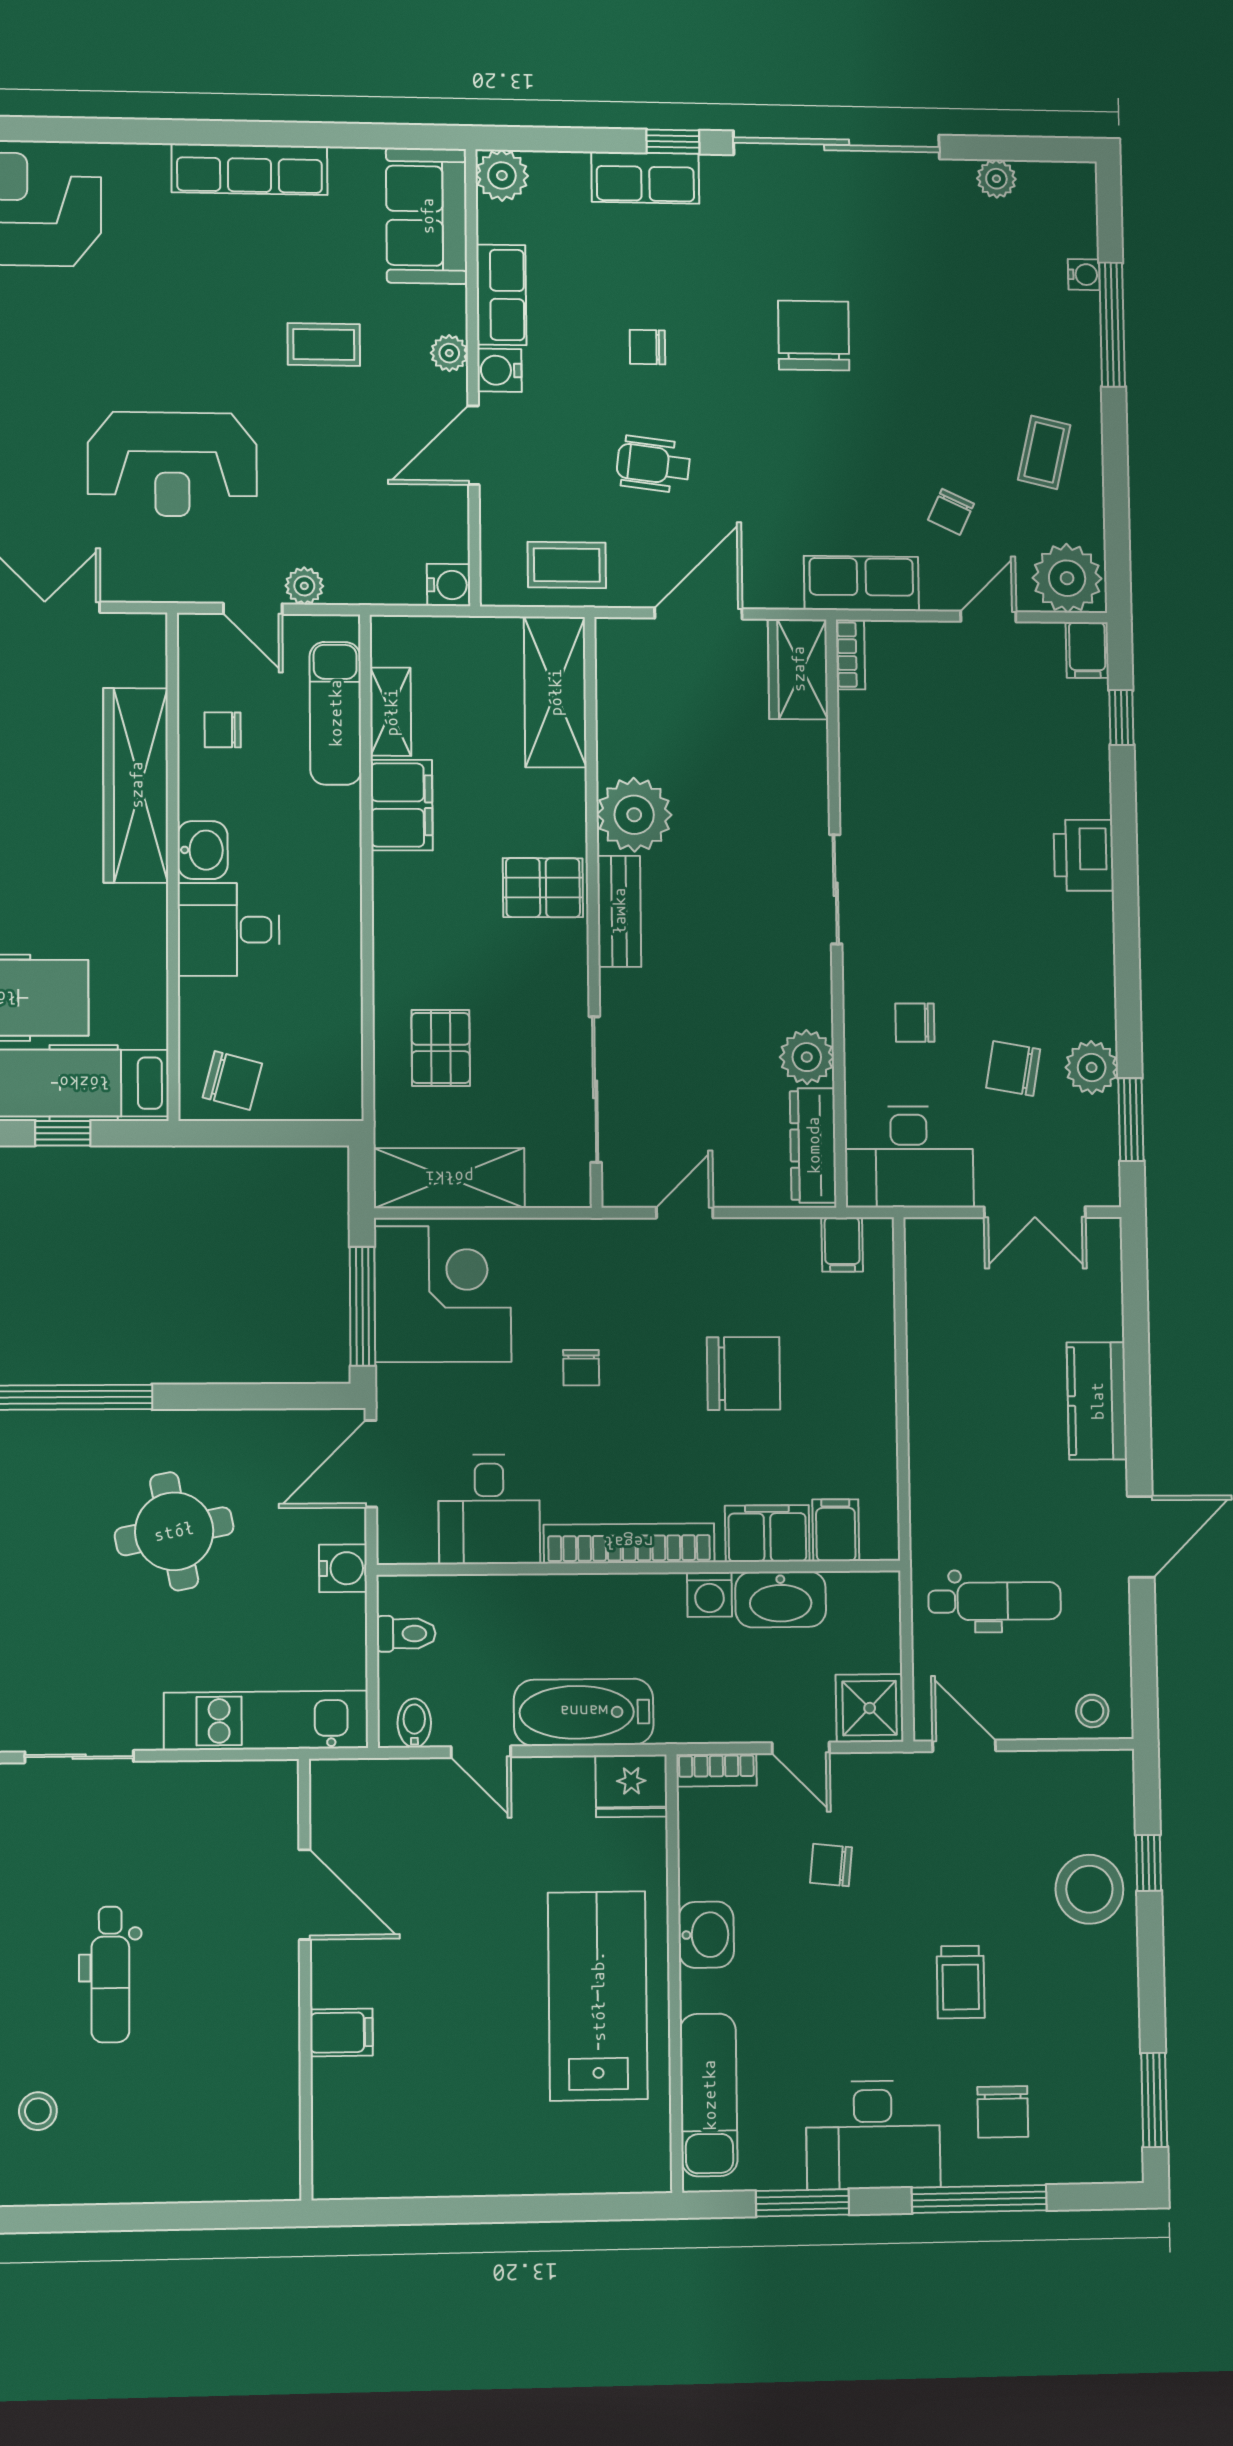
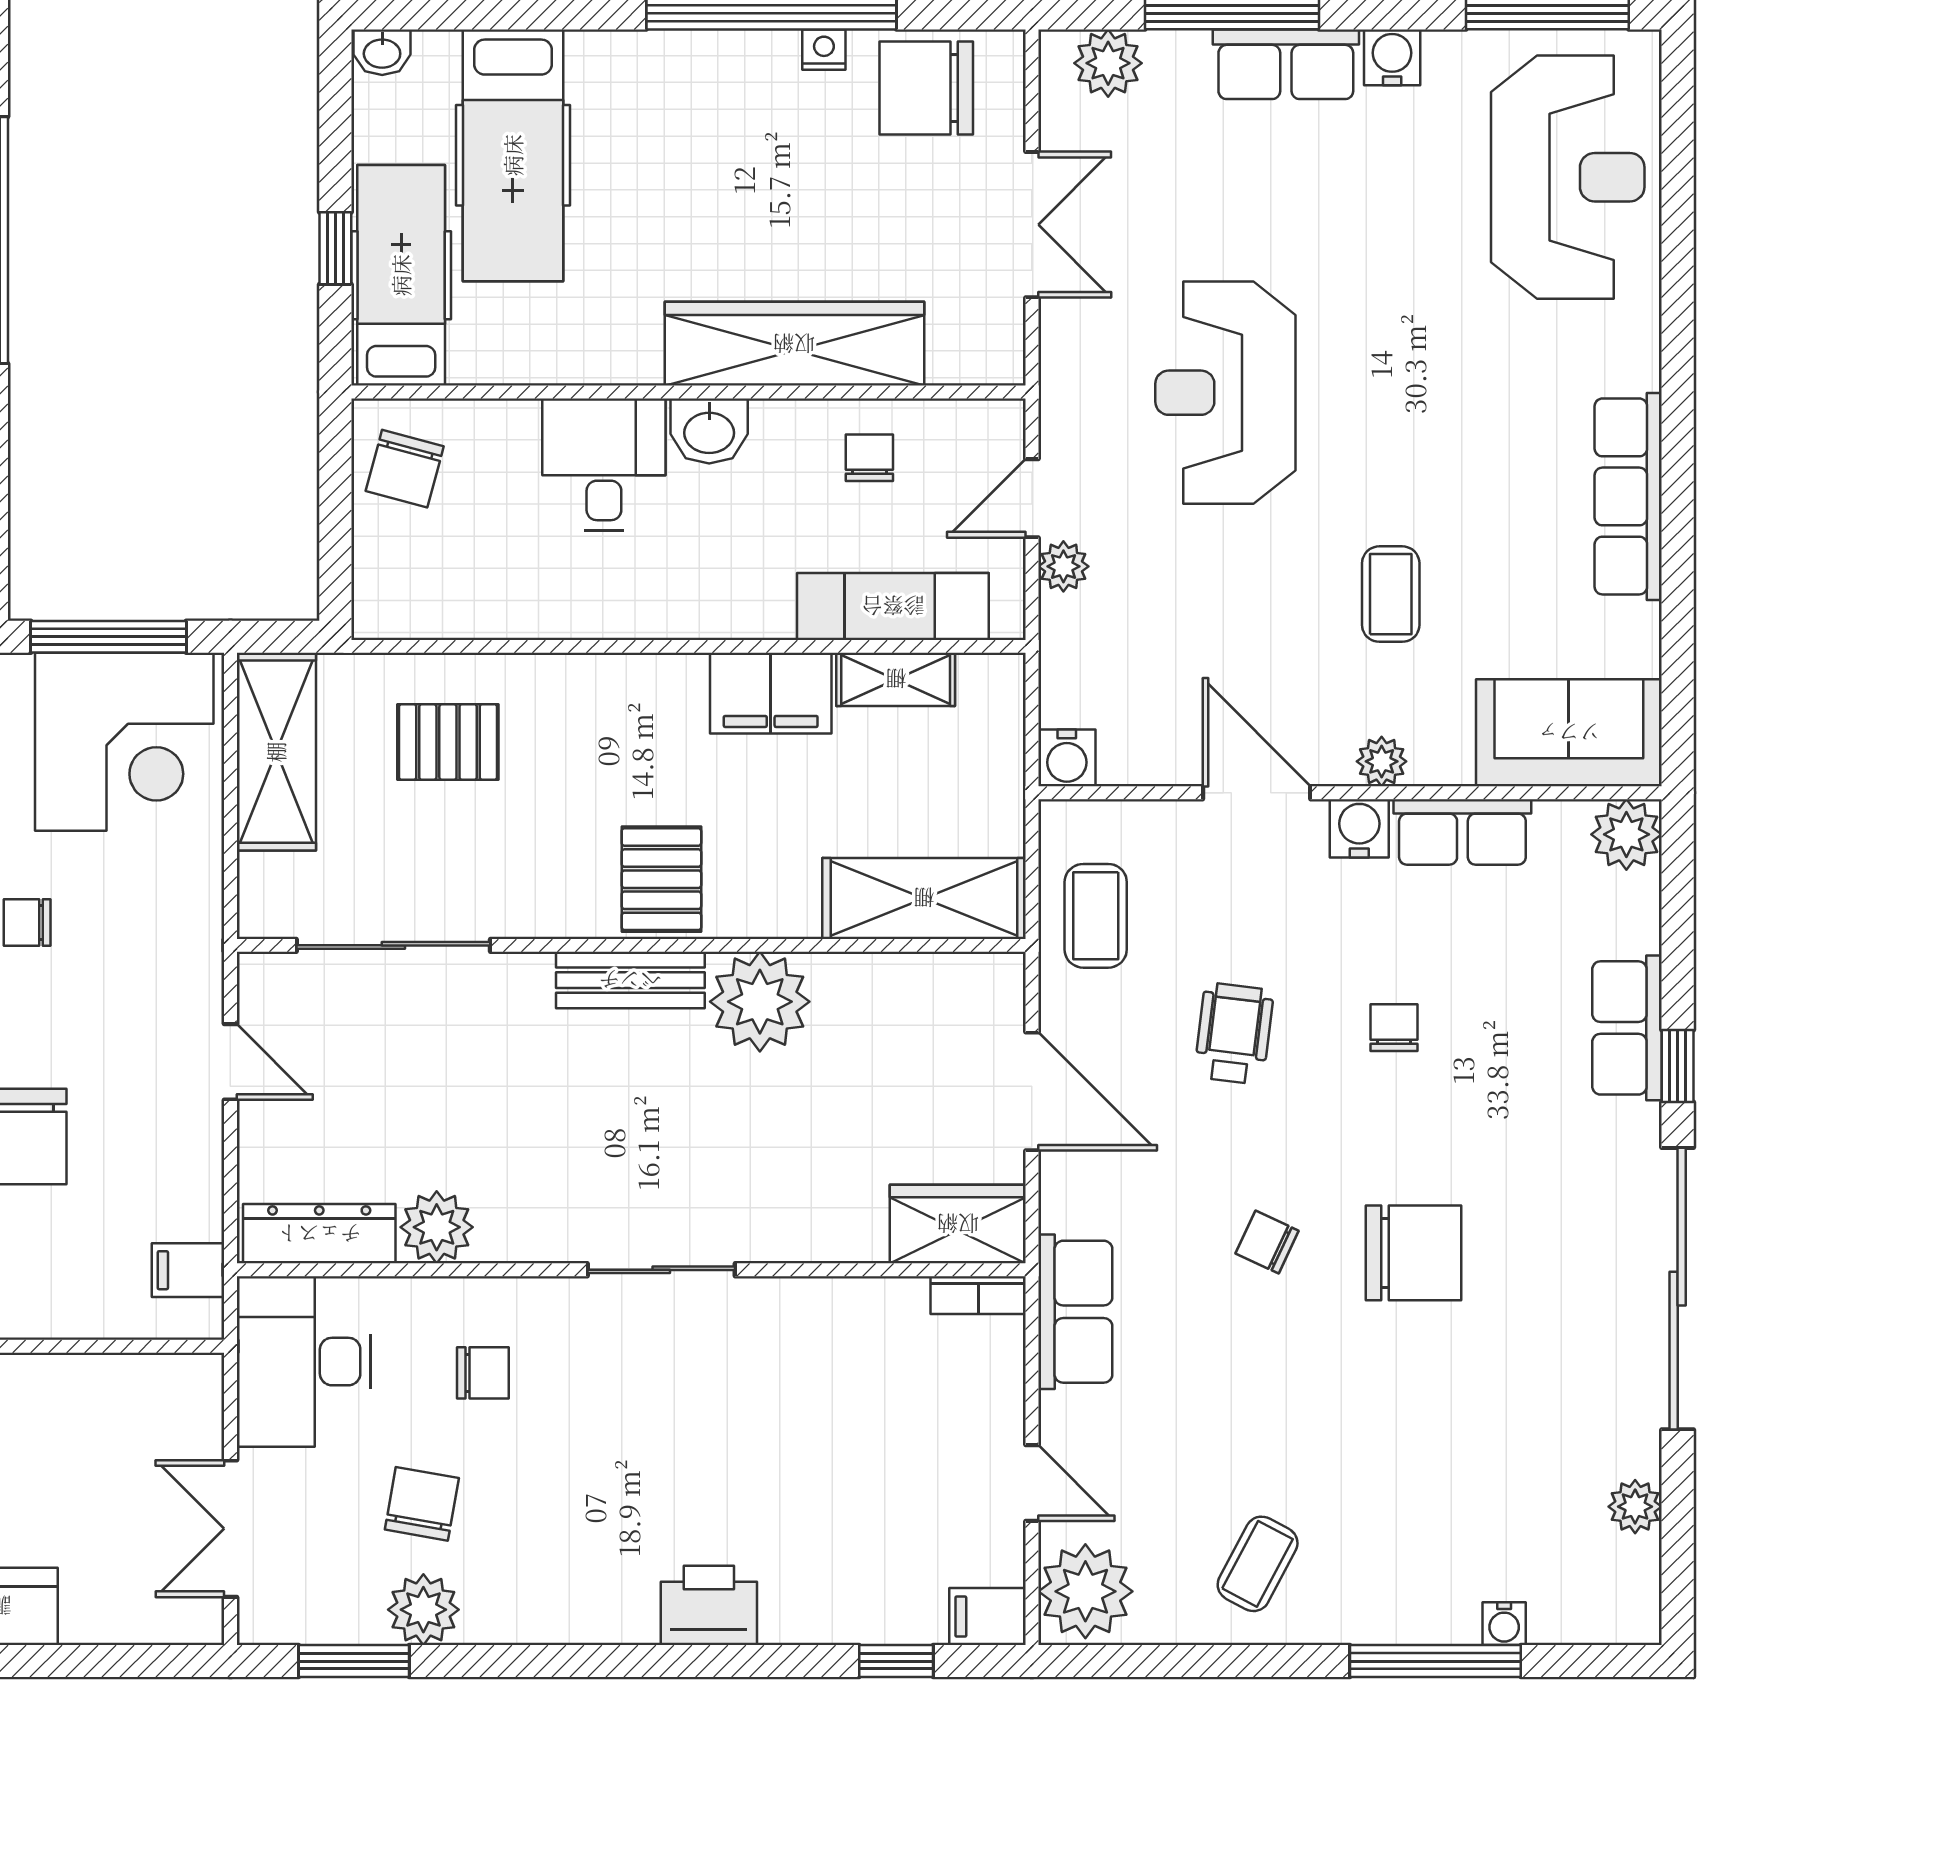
coffee table: (1044, 452) -> (1258, 1564), turned -75
chair: (951, 512) -> (1267, 1242), moved
chair: (915, 1023) -> (483, 1373), turned 90

